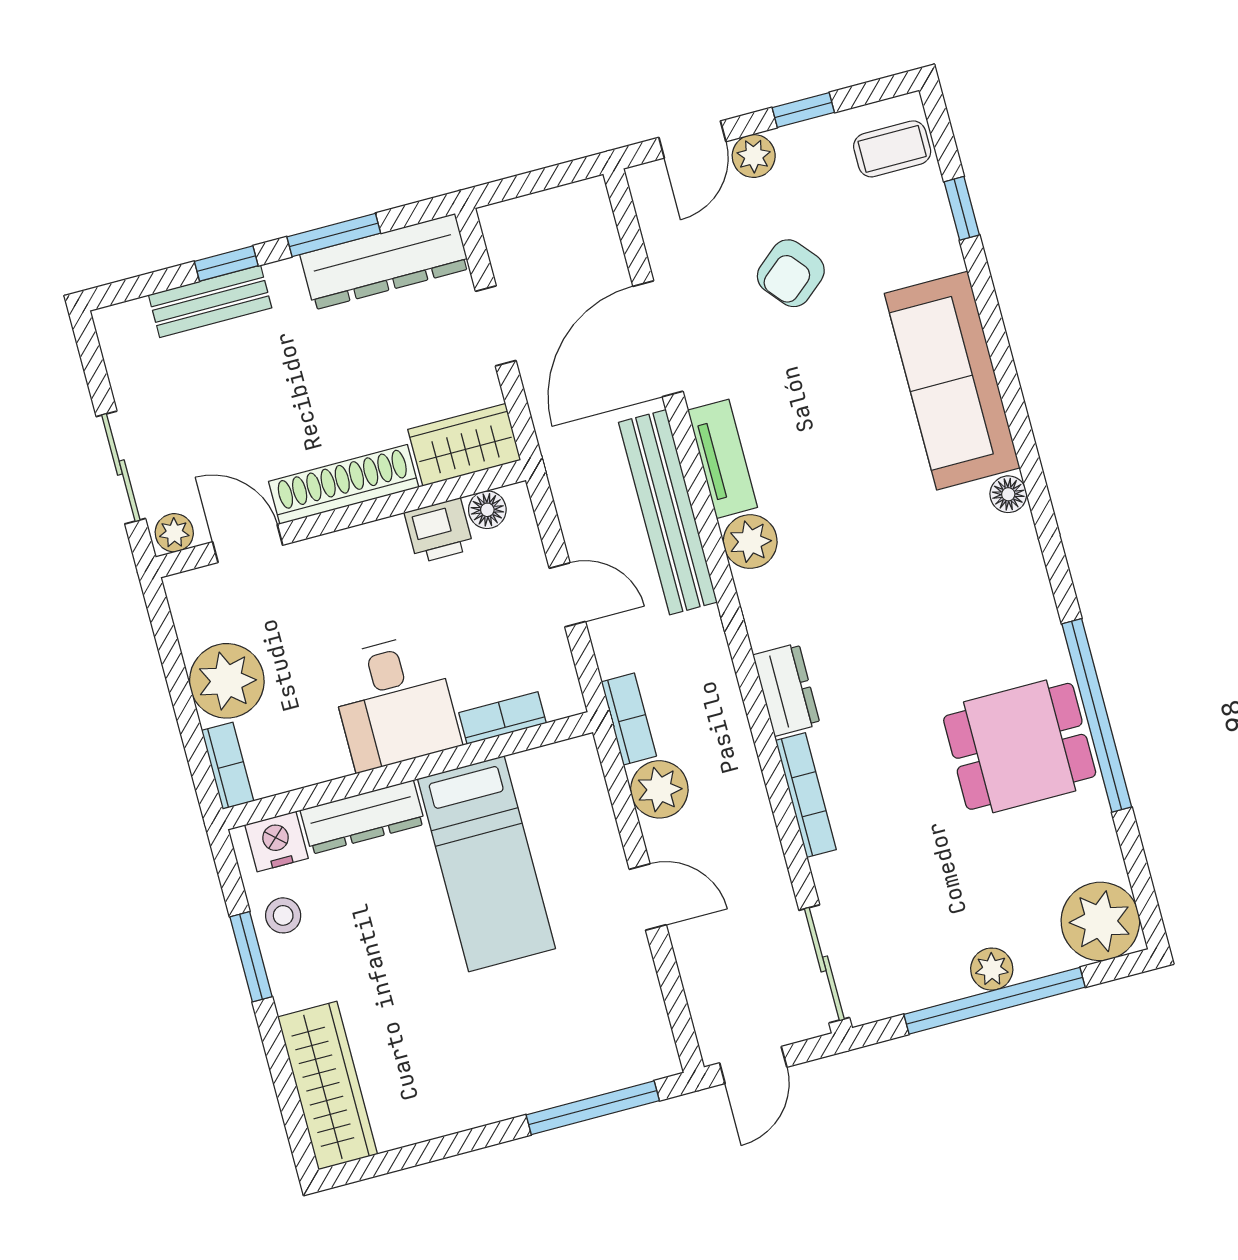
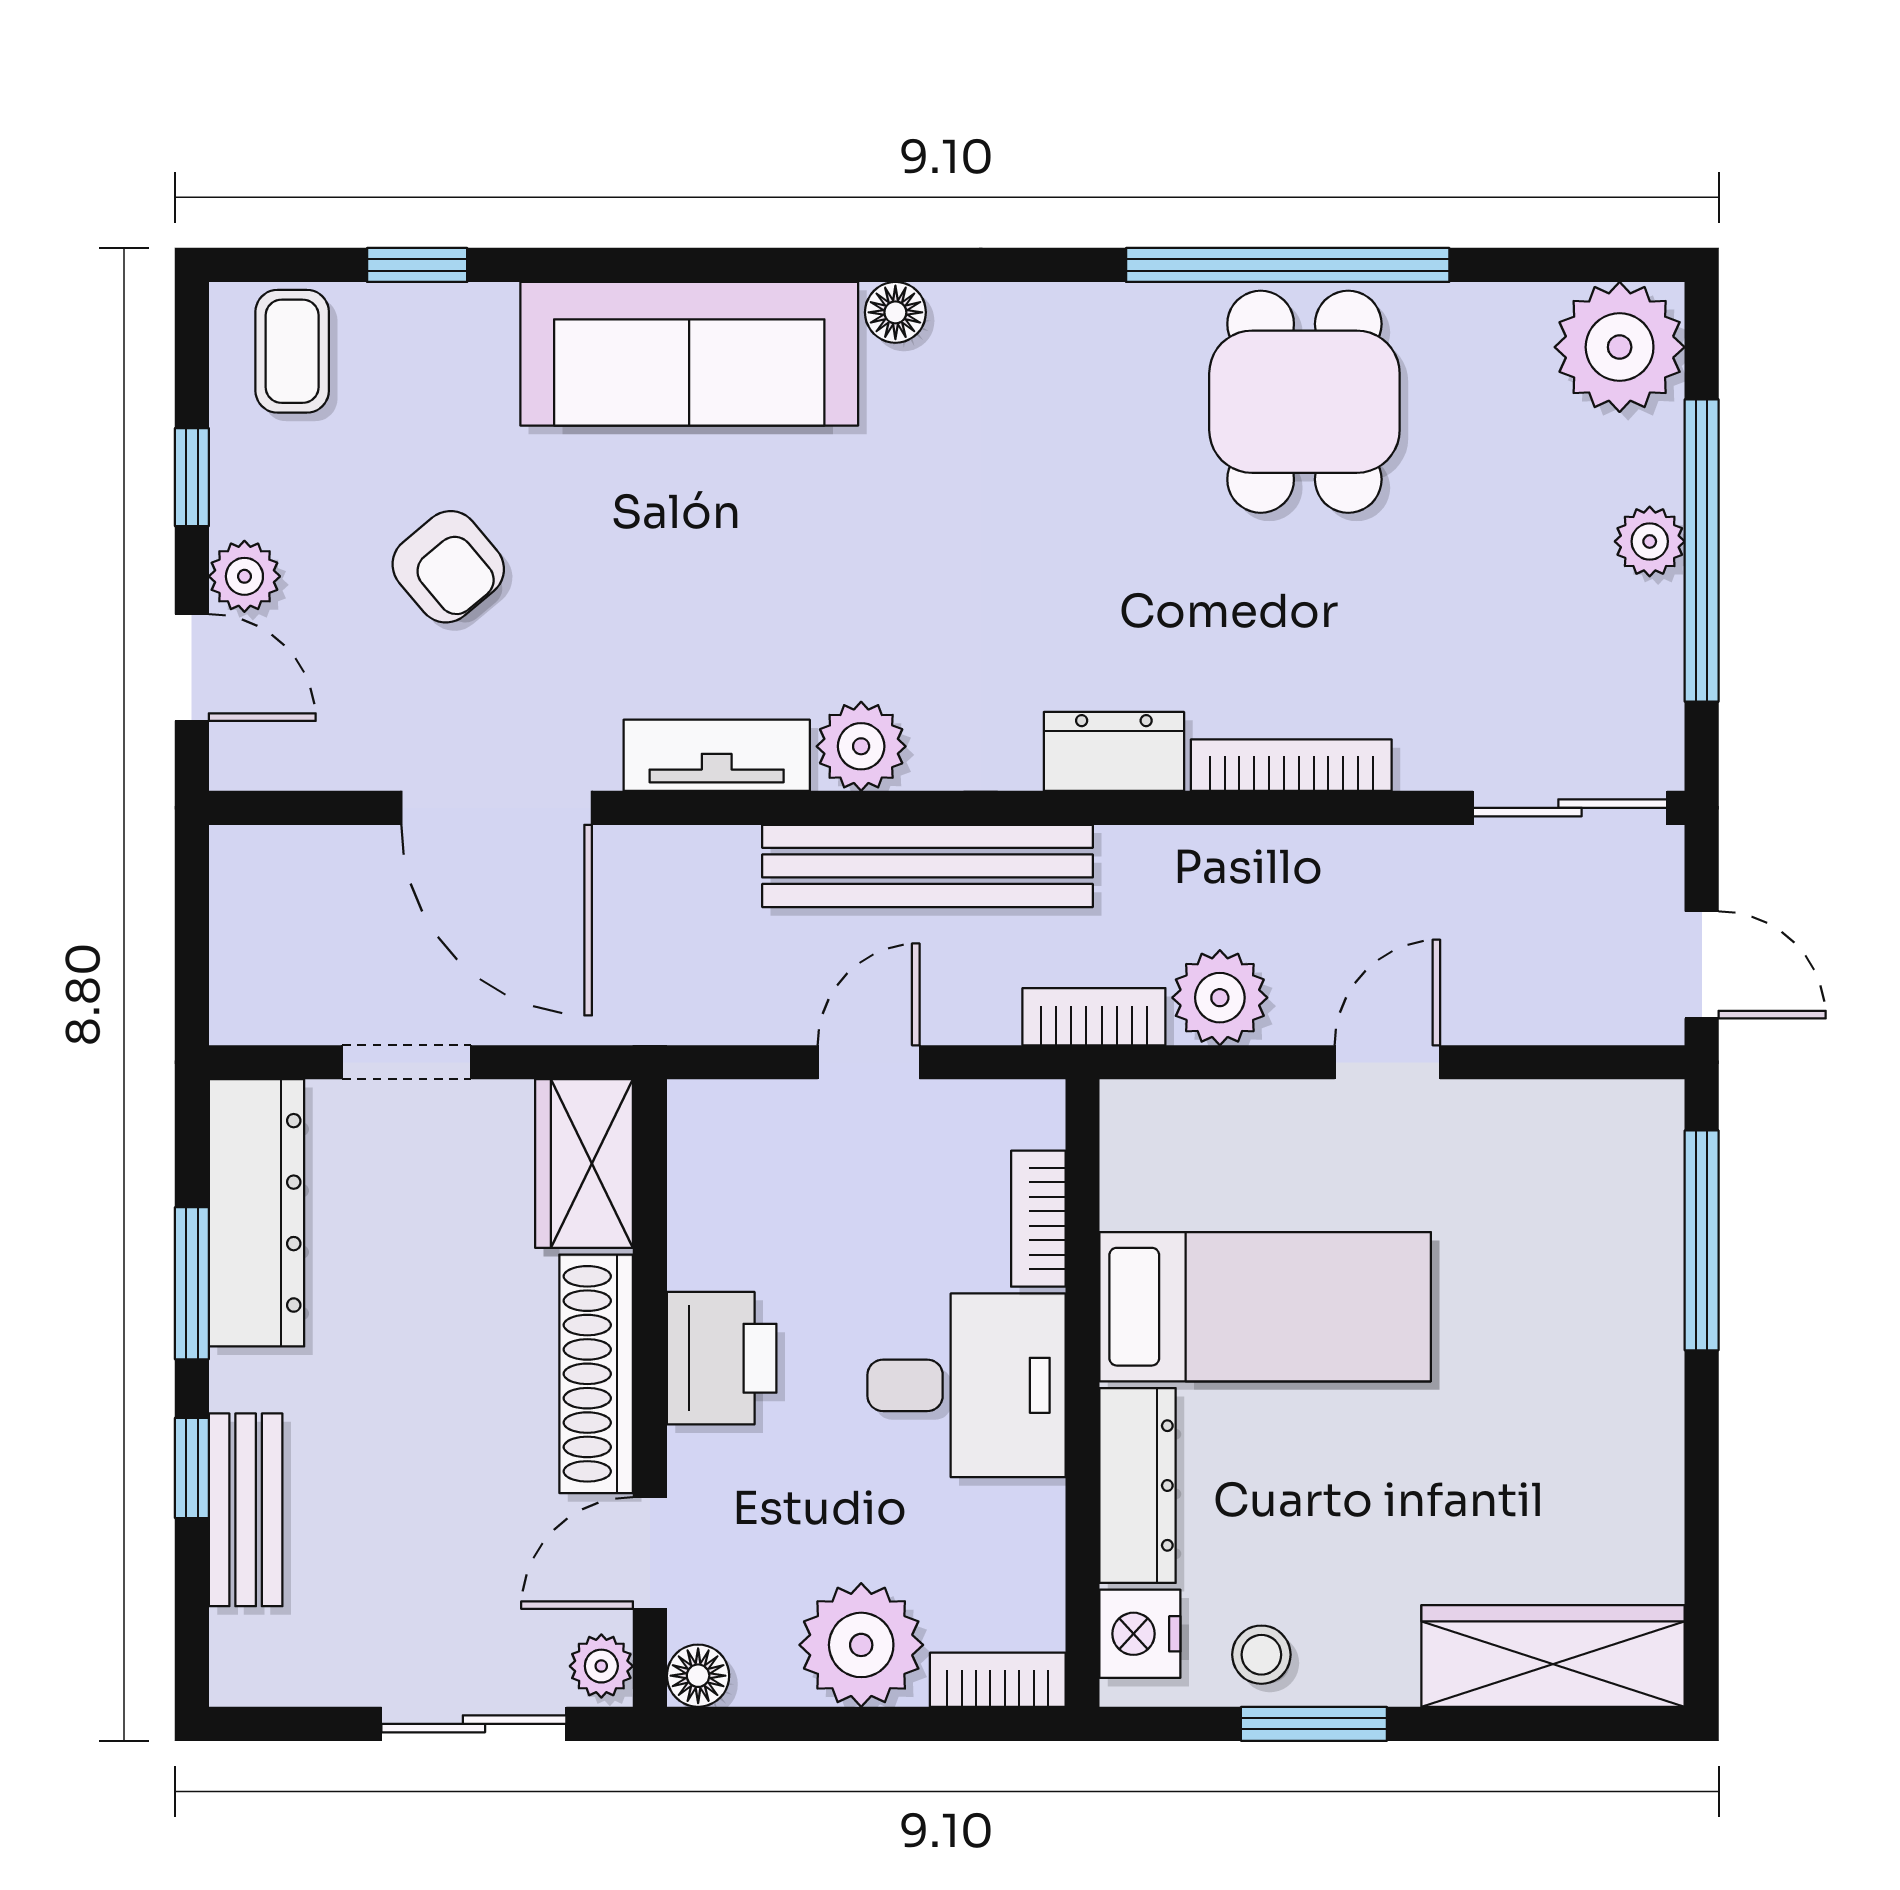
floor lamp: (487, 510) -> (698, 1676), moved
bench: (668, 512) -> (927, 866), moved
printer: (439, 531) -> (722, 1358), moved, width x1.36, depth x1.24

